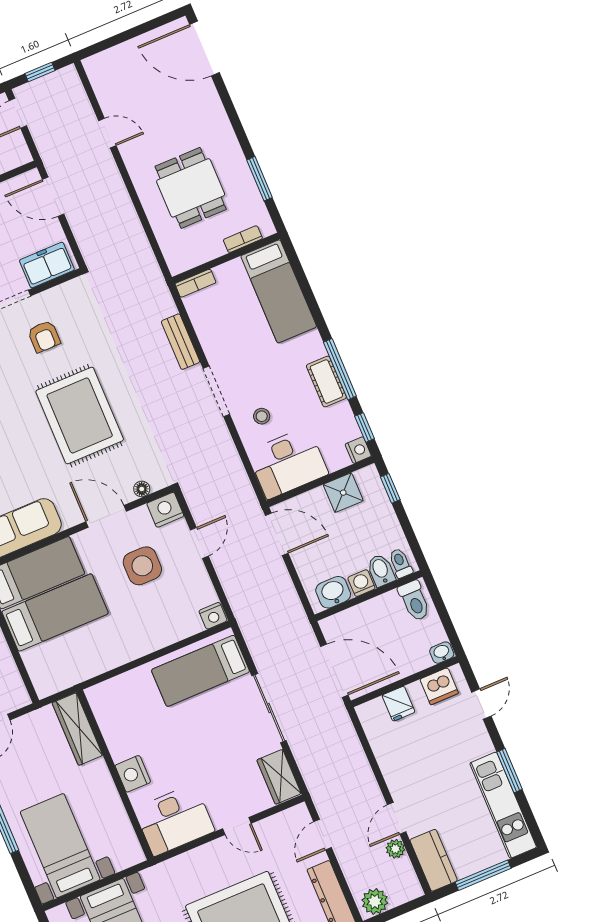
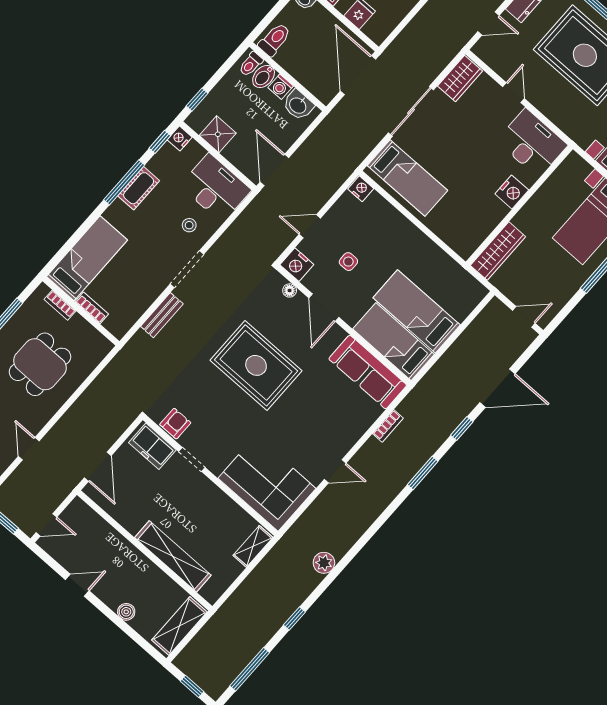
bookcase: (195, 283) -> (92, 308), moved
armchair: (44, 336) -> (175, 424), moved
rug: (80, 415) -> (256, 365), turned 90
side table: (142, 566) -> (348, 262), width x0.54, depth x0.54

